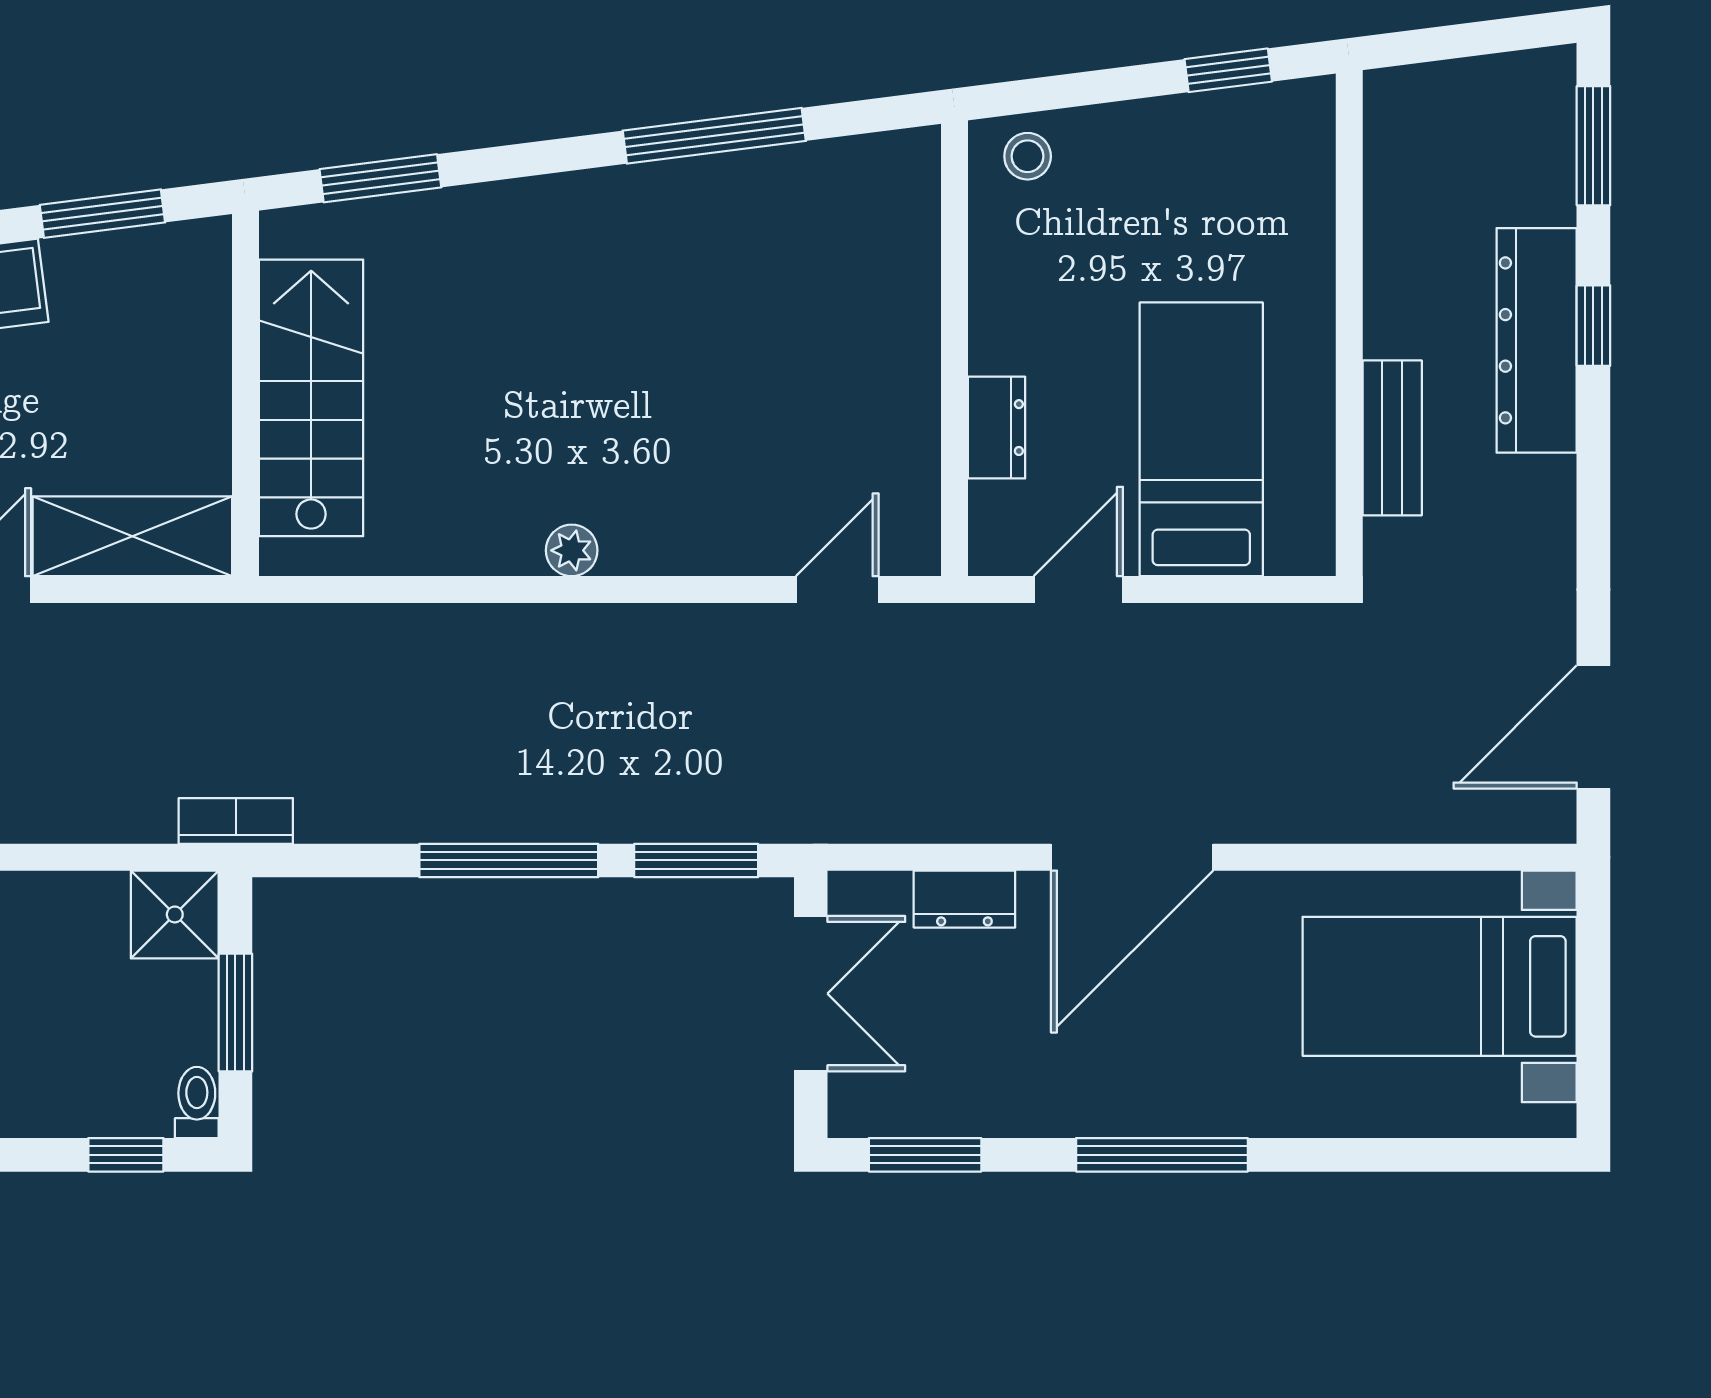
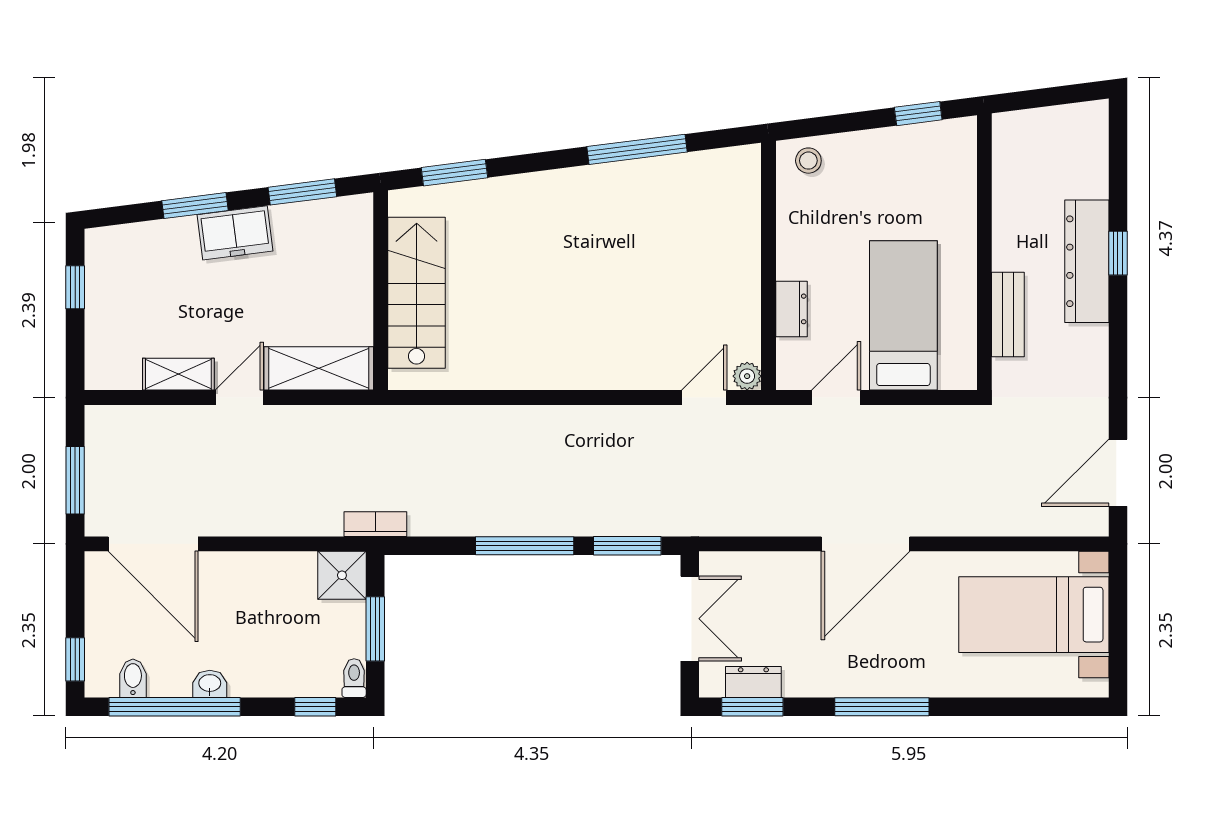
window: (1593, 146) -> (1118, 155), removed
plant: (572, 550) -> (747, 376), moved
dresser: (964, 899) -> (753, 682), moved, turned 180

